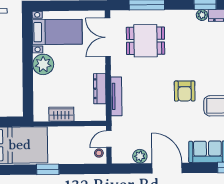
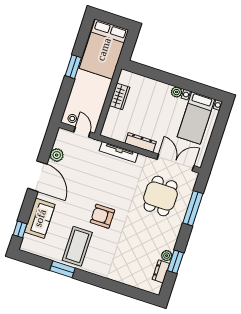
plant: (43, 64) -> (176, 92), width x0.53, depth x0.53
dresser: (100, 89) -> (141, 142), moved
door: (167, 168) -> (37, 176), hinge flipped

